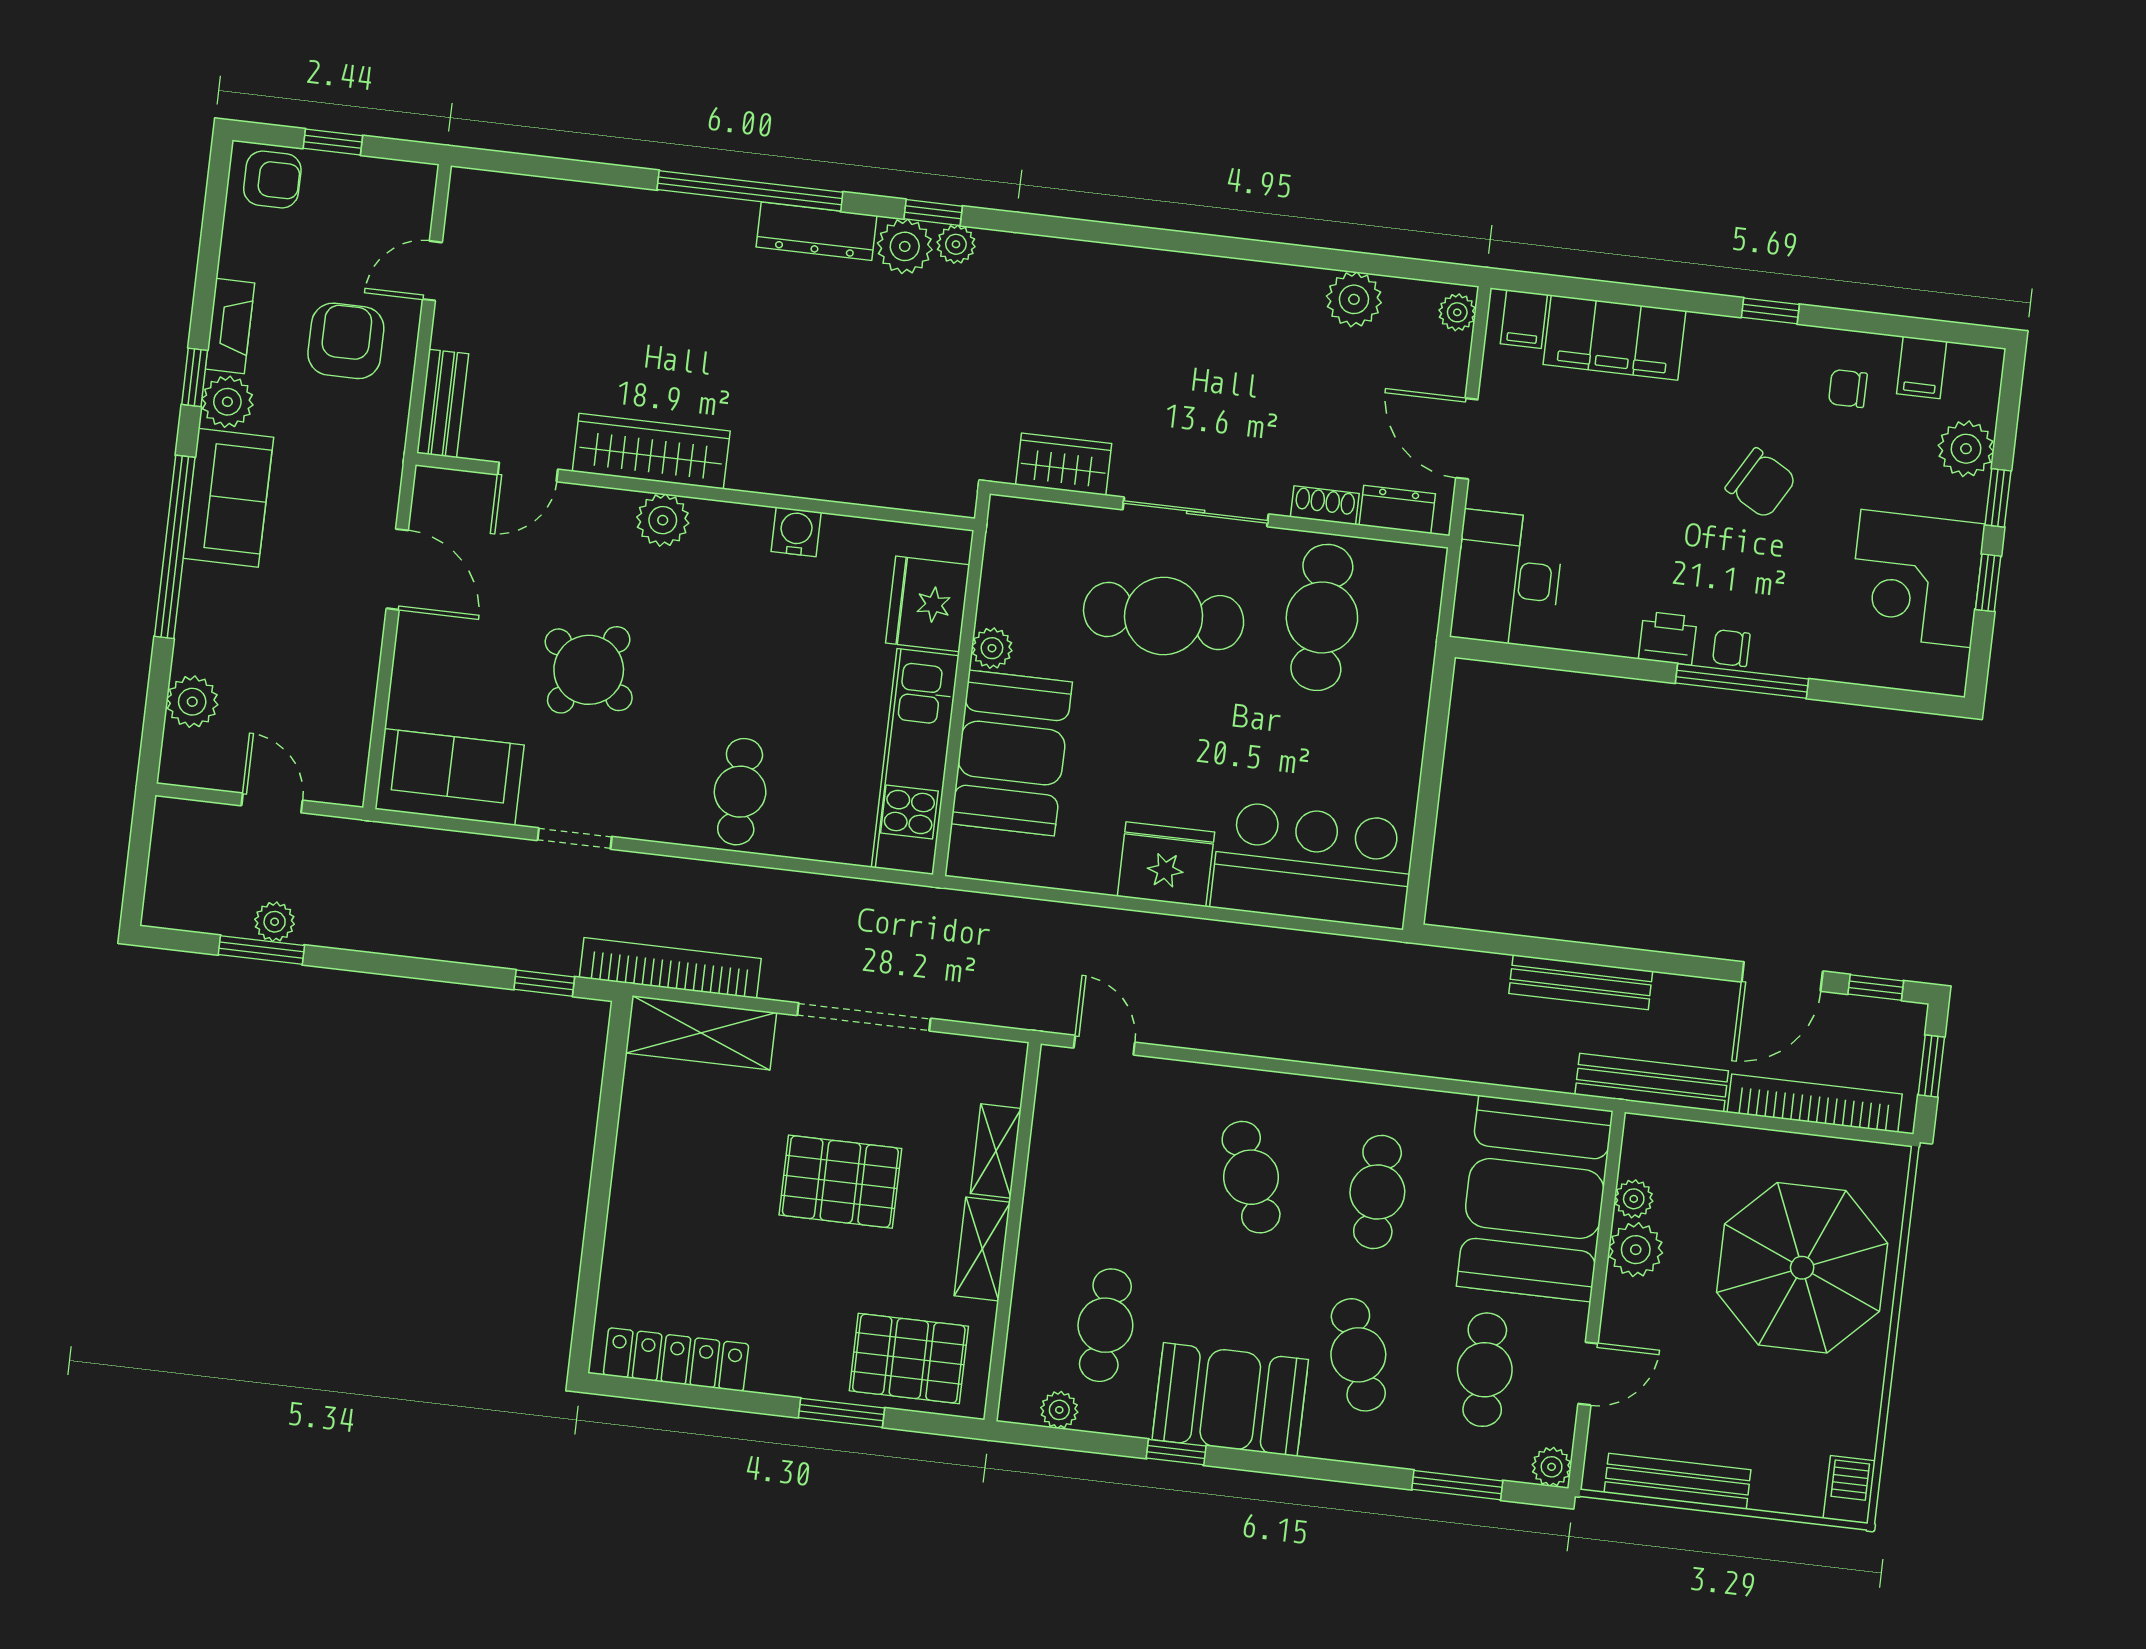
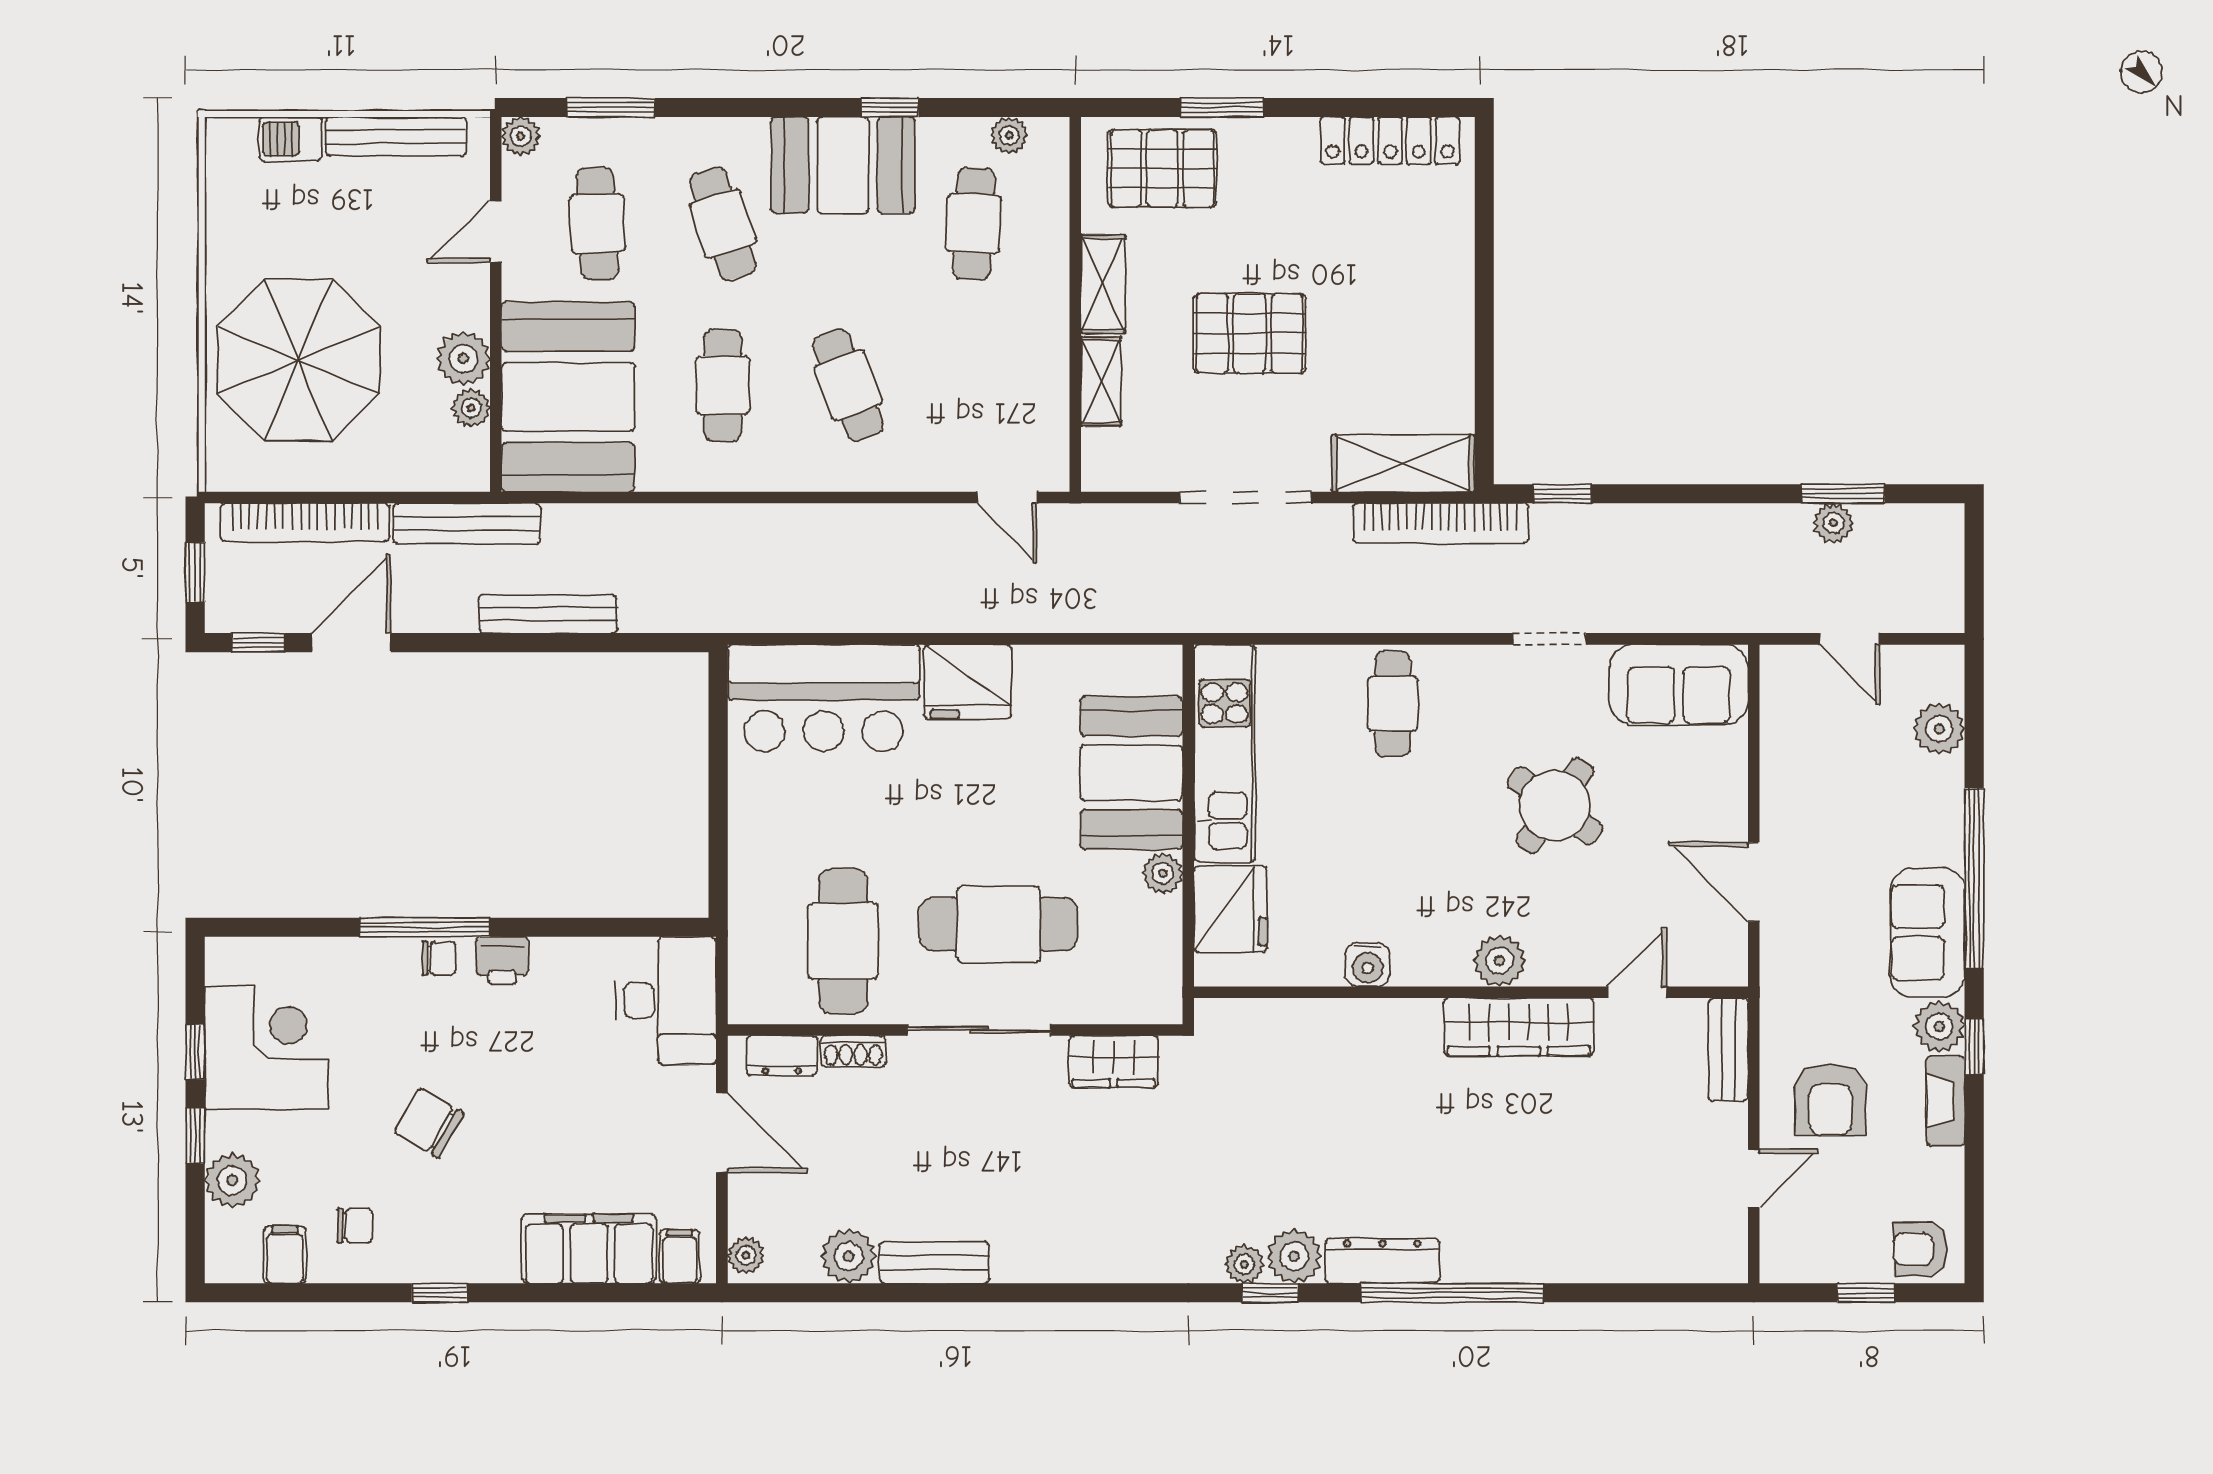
bench: (1268, 283) -> (934, 1263), added
barbecue: (1849, 1490) -> (290, 139), moved, turned 90

